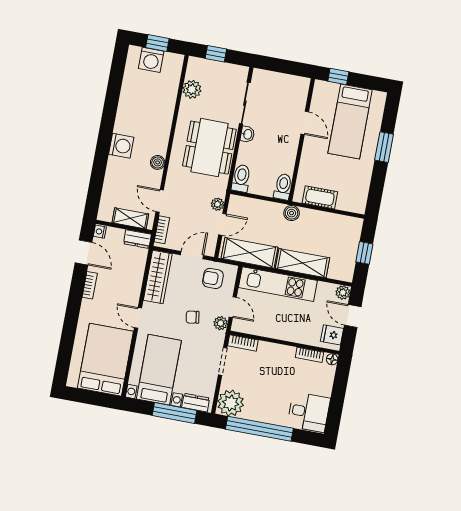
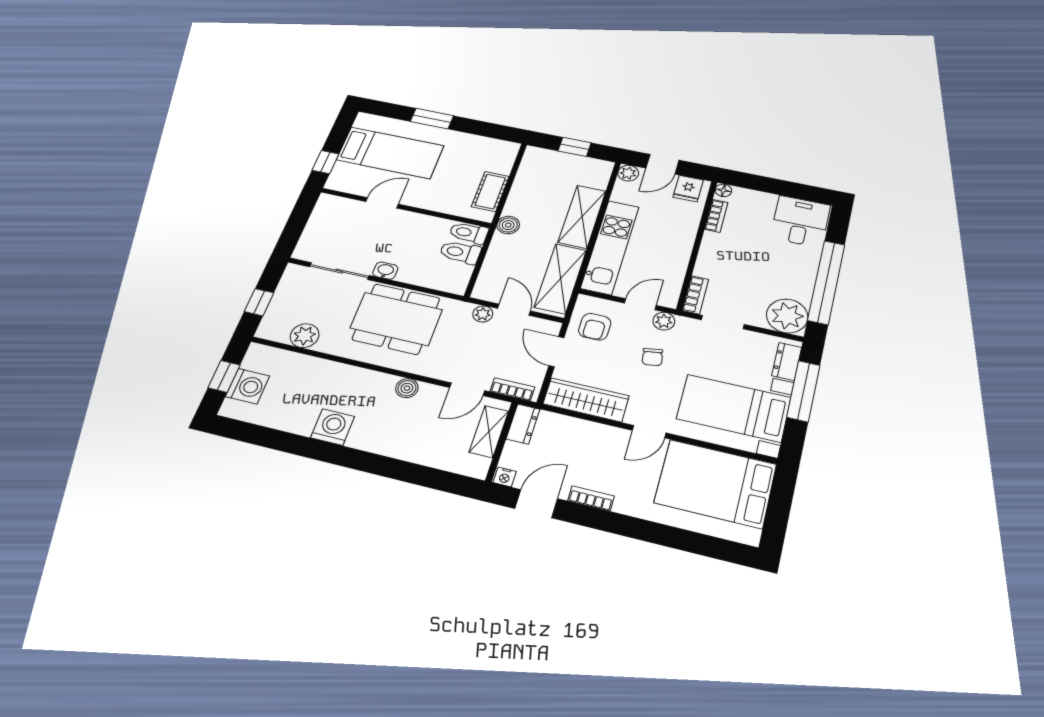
washing machine: (121, 146) -> (333, 427), moved
toilet: (241, 178) -> (460, 252), moved

